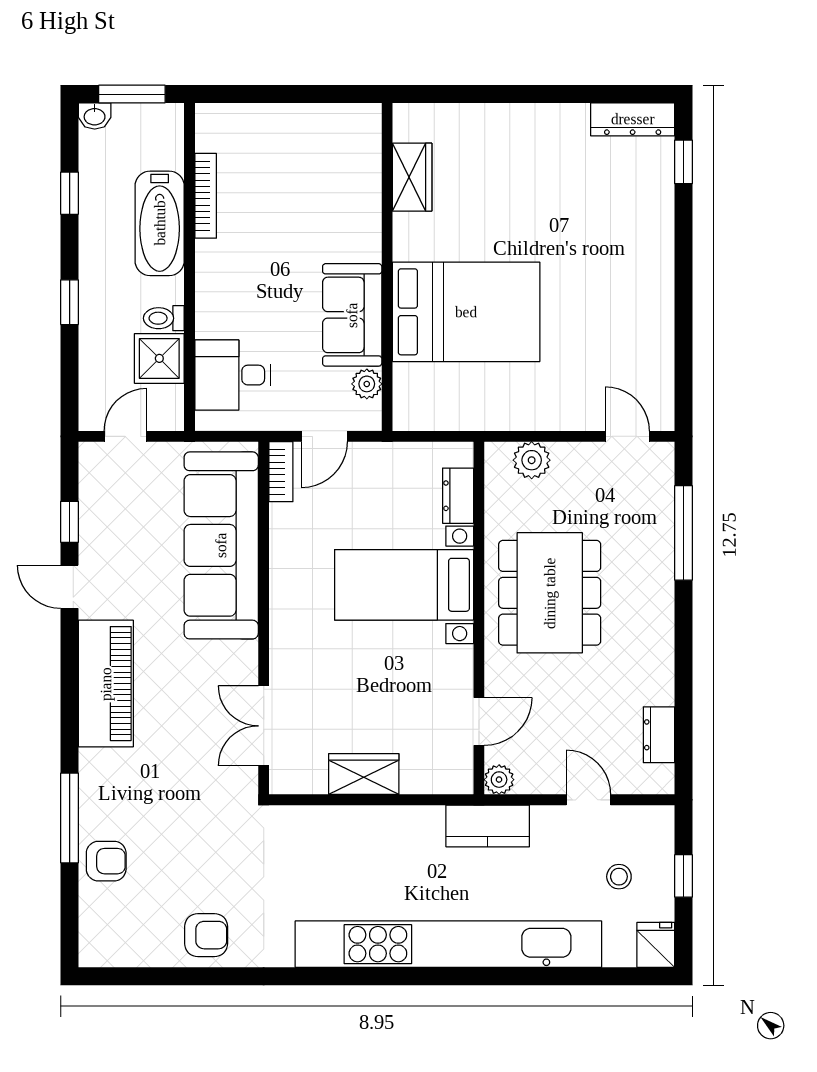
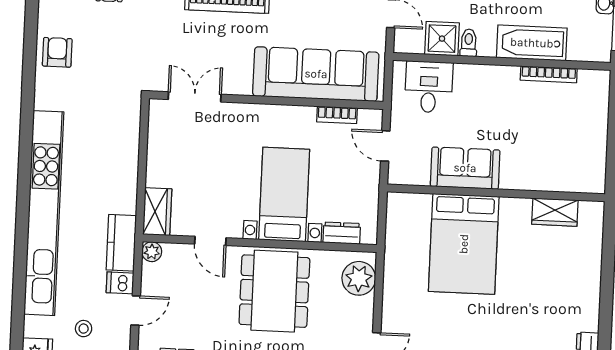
plant: (367, 384) -> (419, 176), removed
plant: (532, 460) -> (359, 278), width x1.36, depth x1.36
bookcase: (281, 472) -> (337, 115), moved
dining table: (550, 593) -> (274, 291), turned 90
door: (479, 721) -> (210, 241), moved
wardrobe: (364, 774) -> (157, 212), moved
dishwasher: (548, 825) -> (120, 283), added
armchair: (206, 935) -> (57, 52), turned 180

